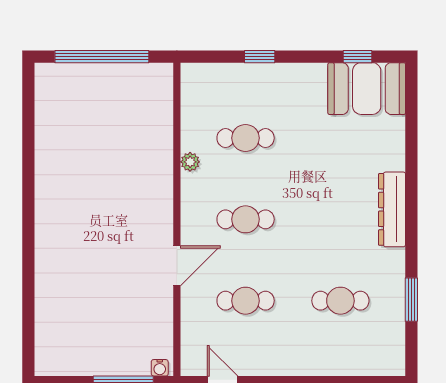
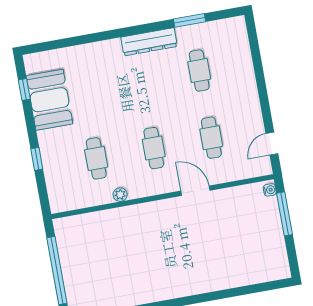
booth: (367, 89) -> (49, 100), moved
dresser: (392, 209) -> (149, 42), moved

